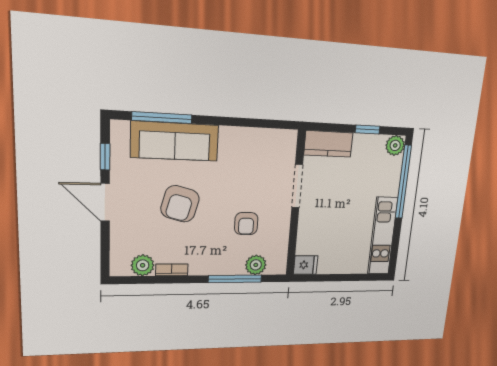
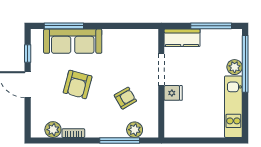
window: (368, 130) -> (211, 26), width x2.17
plant: (395, 145) -> (235, 67), moved
armchair: (246, 224) -> (125, 98), turned -120
fridge: (306, 265) -> (173, 93), moved

